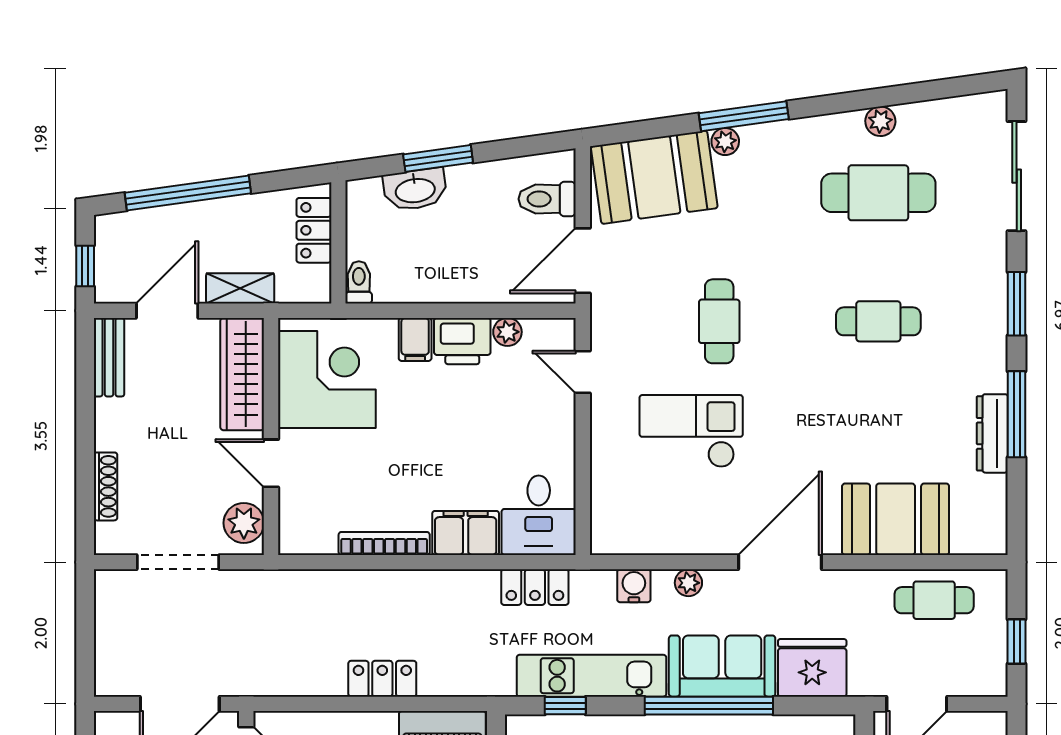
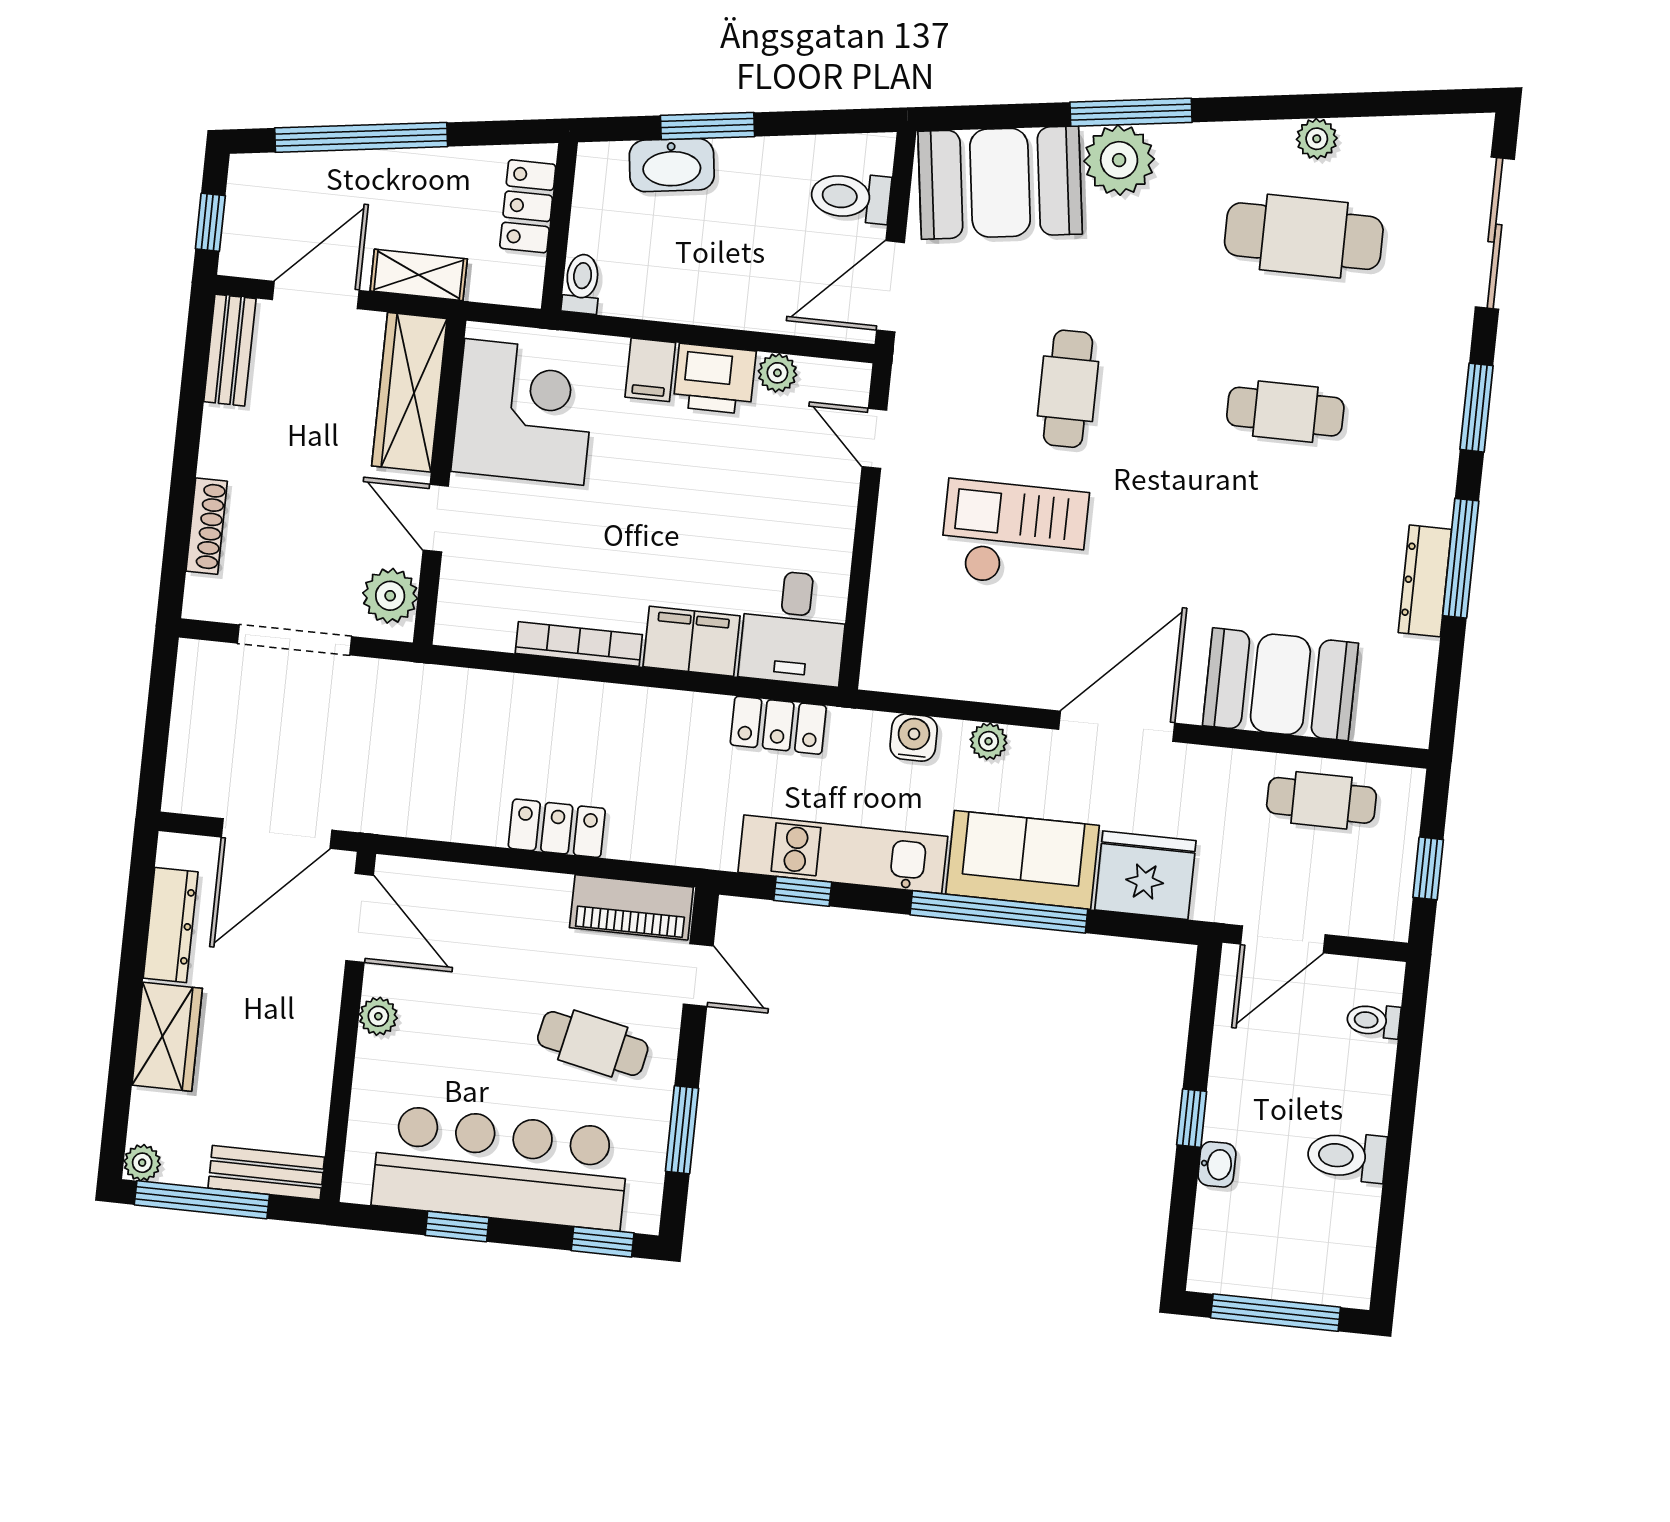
plant: (725, 142) -> (1119, 160), width x1.88, depth x1.88

